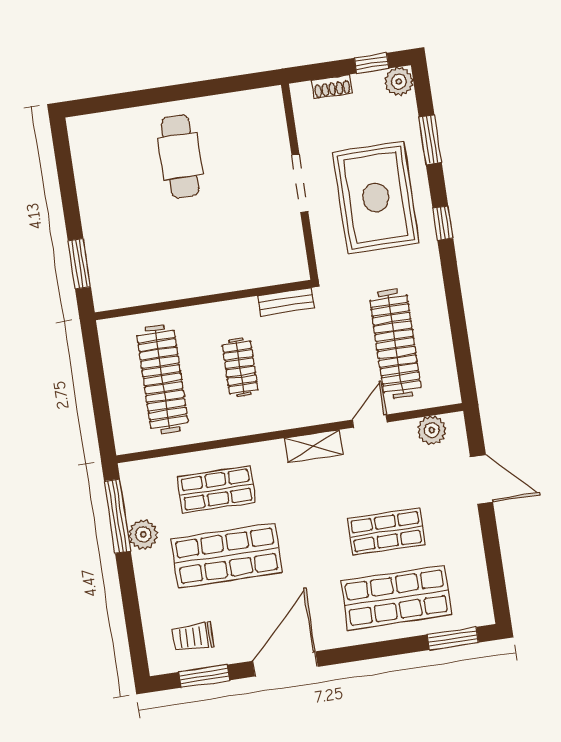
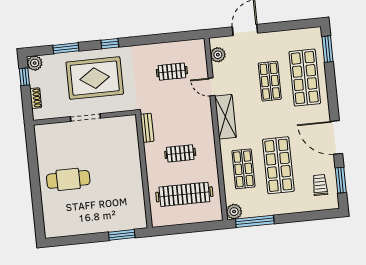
clothes rail: (395, 344) -> (172, 72), width x0.54, depth x0.76
shelving: (314, 446) -> (225, 117), width x1.50, depth x1.33
plant: (143, 535) -> (234, 212), moved
trolley: (193, 637) -> (320, 185), turned 180

